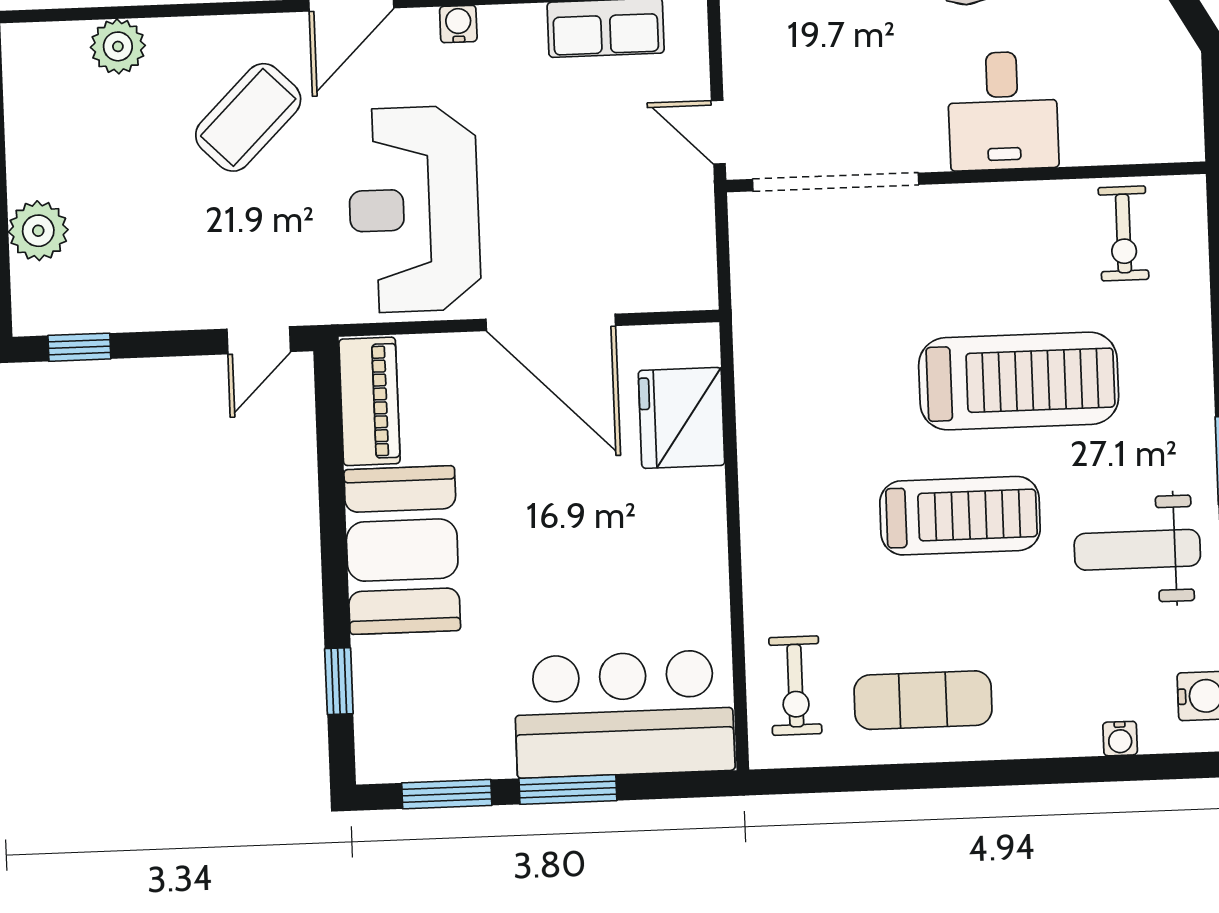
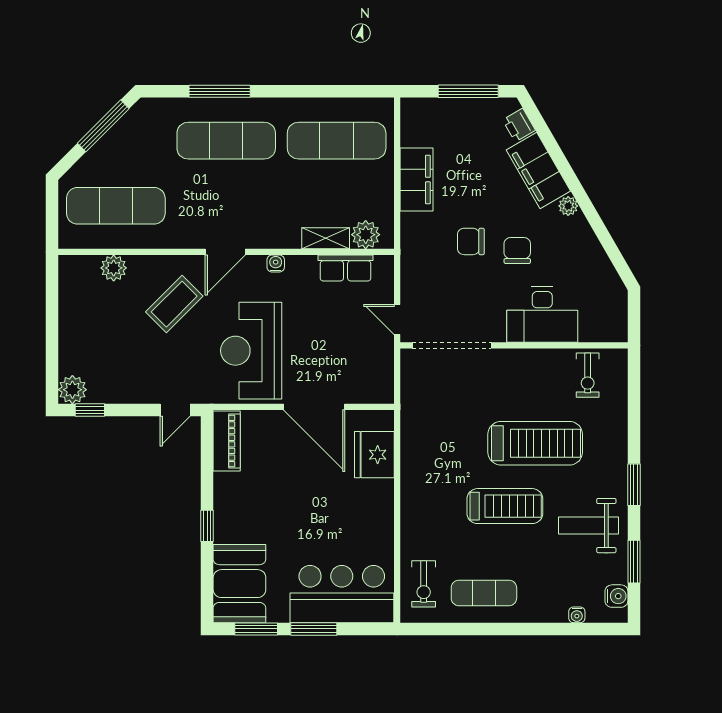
desk: (1003, 111) -> (542, 315), width x1.37
plant: (38, 231) -> (72, 390), moved
booth: (402, 550) -> (239, 584), moved
window: (339, 681) -> (207, 526), moved

